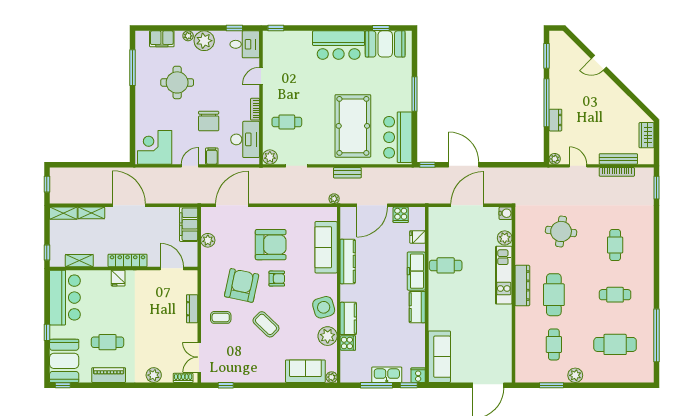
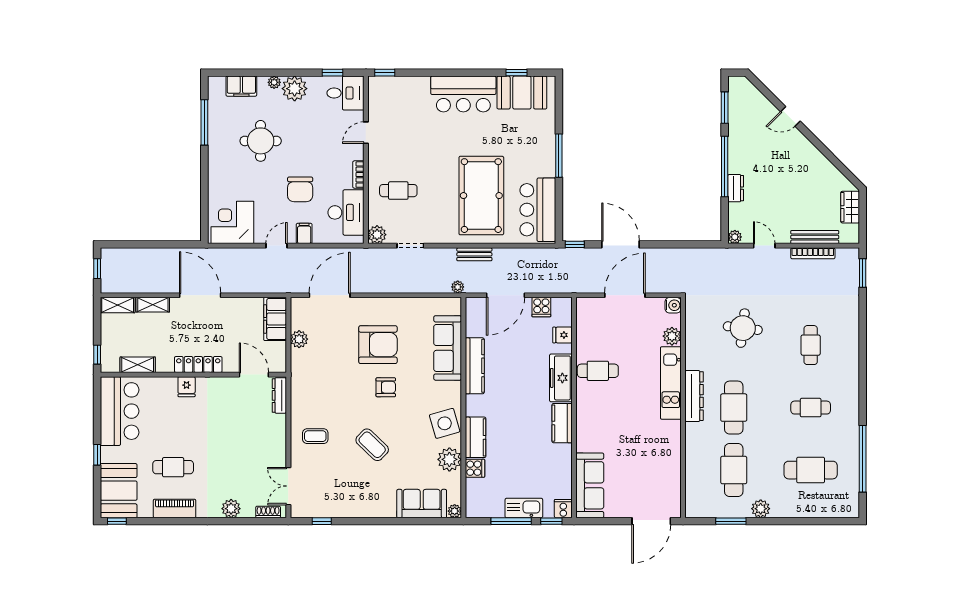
armchair: (242, 285) -> (341, 396), removed
dresser: (192, 309) -> (279, 395), moved
cafe table: (554, 344) -> (734, 470), width x1.37, depth x1.35

